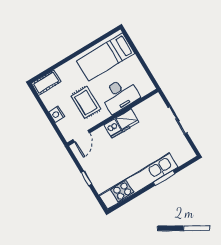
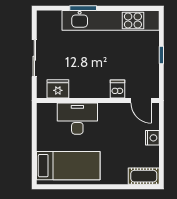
rug: (86, 102) -> (116, 132), removed
fridge: (127, 120) -> (58, 89), moved
dishwasher: (113, 128) -> (117, 89), moved
door: (81, 136) -> (141, 101), swing flipped

